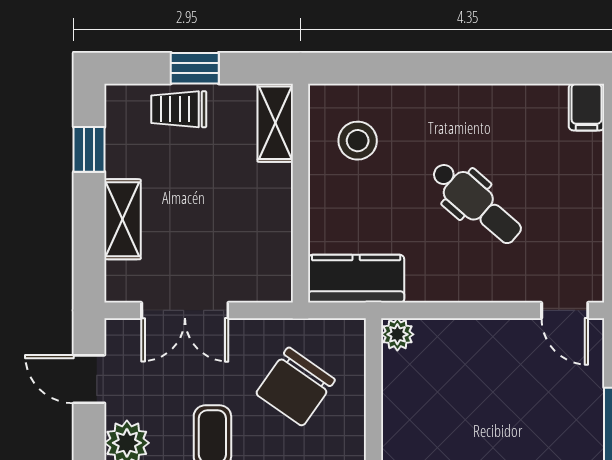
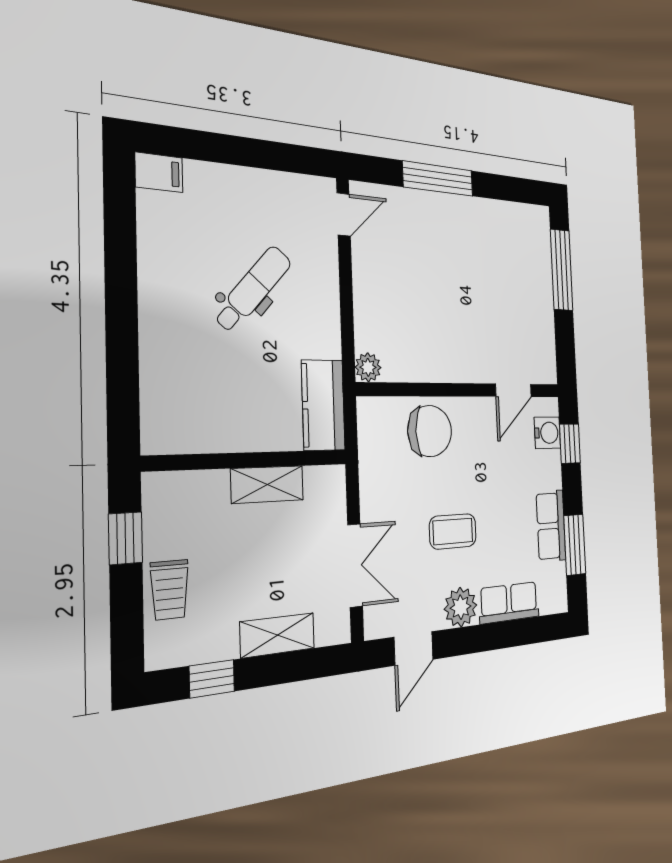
window: (195, 68) -> (125, 538), moved
shelving: (275, 123) -> (267, 484), moved
stool: (358, 141) -> (197, 404), removed
chair: (295, 387) -> (430, 431), moved, turned -35

